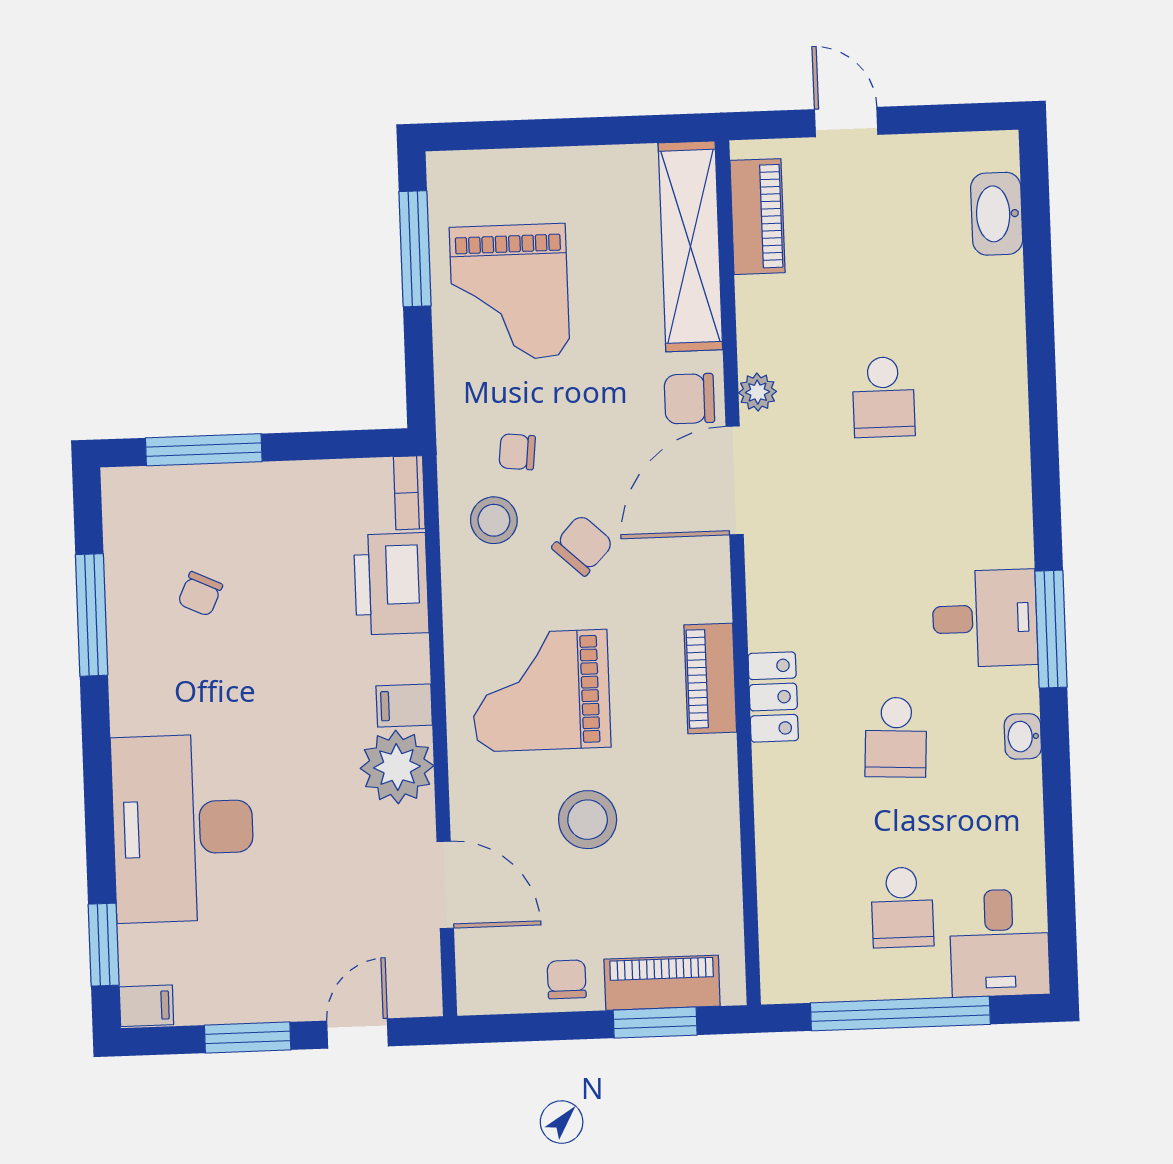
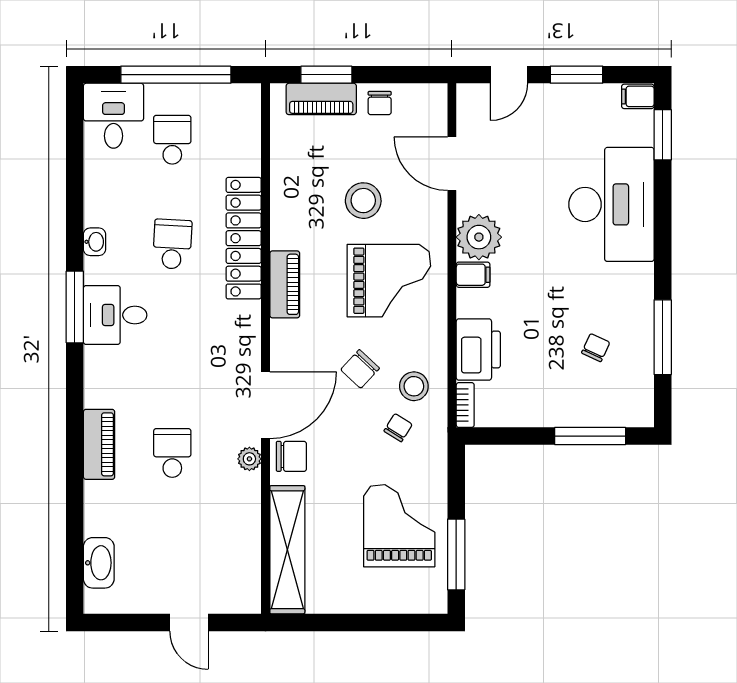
piano: (757, 217) -> (99, 444), moved, turned 180
chair: (517, 452) -> (398, 428), turned -64
locker: (773, 697) -> (244, 238), width x2.16, depth x1.21

